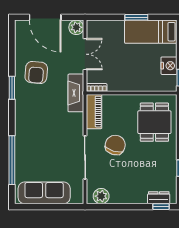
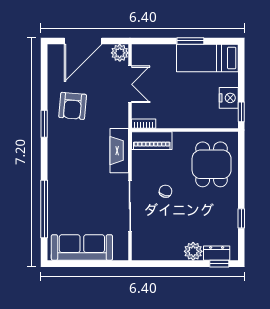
door: (45, 17) -> (83, 41), hinge flipped
fireplace: (76, 93) -> (119, 151), moved
piano: (94, 112) -> (152, 141), moved, turned 90
chair: (115, 145) -> (165, 191), width x0.54, depth x0.54
plant: (101, 196) -> (193, 251), moved

